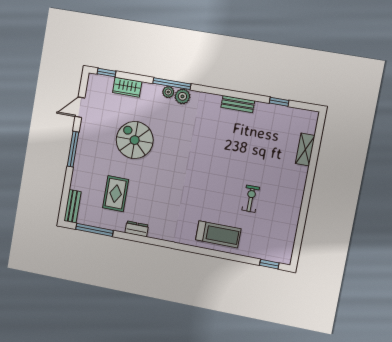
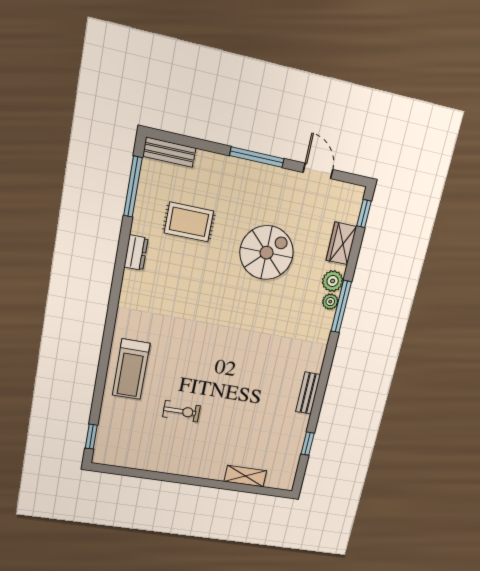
plant: (182, 96) -> (333, 281), moved

